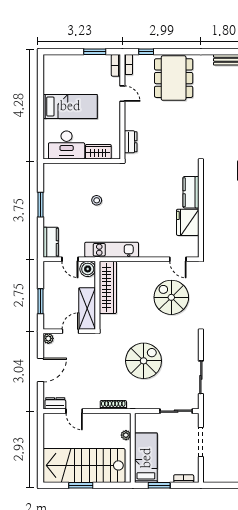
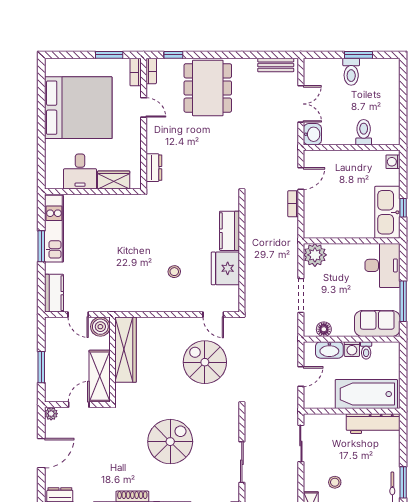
bed: (70, 106) -> (78, 108), width x2.04
desk: (67, 145) -> (80, 172), width x0.73
stool: (97, 200) -> (174, 272), moved
kitchen unit: (112, 250) -> (54, 229), moved, turned 90

